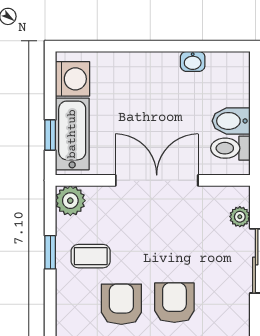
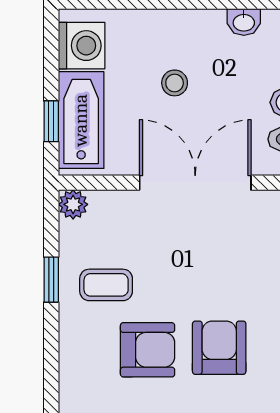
stool: (141, 107) -> (175, 83), added
plant: (70, 201) -> (73, 204), width x0.73, depth x0.73
armchair: (121, 304) -> (148, 350), turned 90

